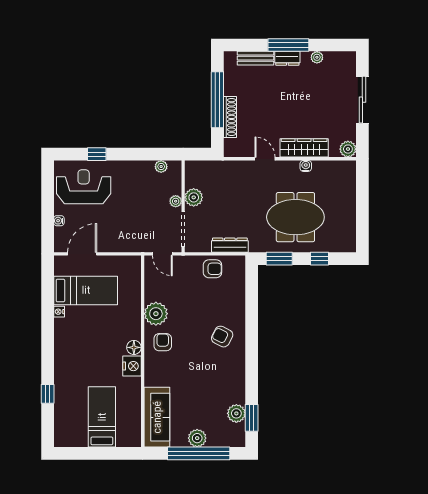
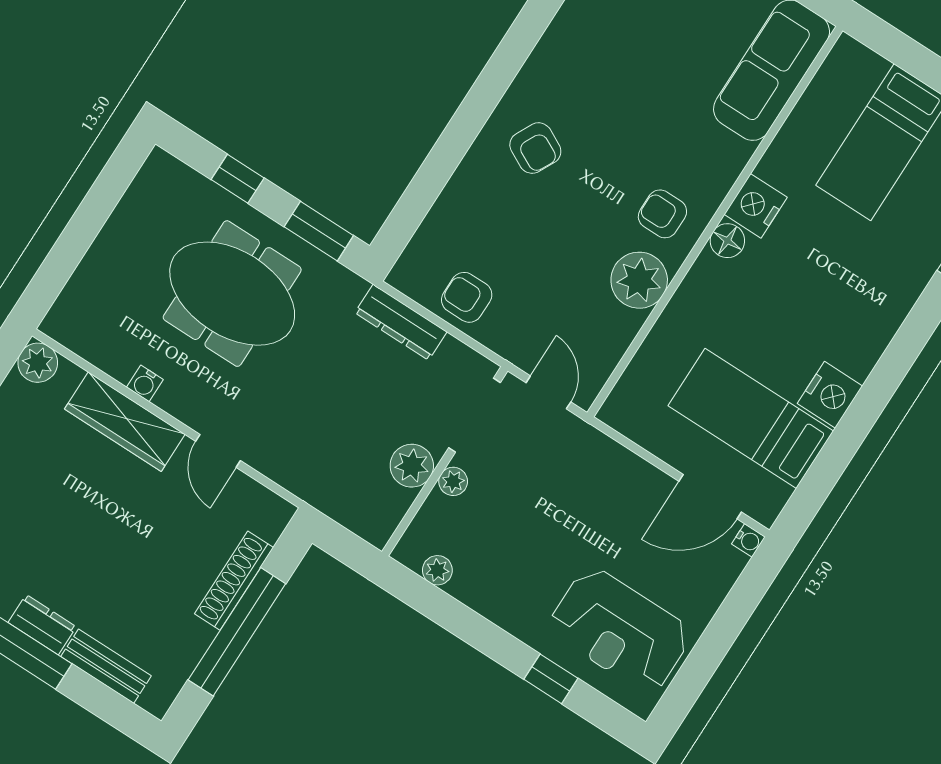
water cooler: (59, 221) -> (748, 540), moved
nightstand: (59, 312) -> (830, 395), width x1.89, depth x1.79
armchair: (163, 342) -> (662, 214), turned 90

